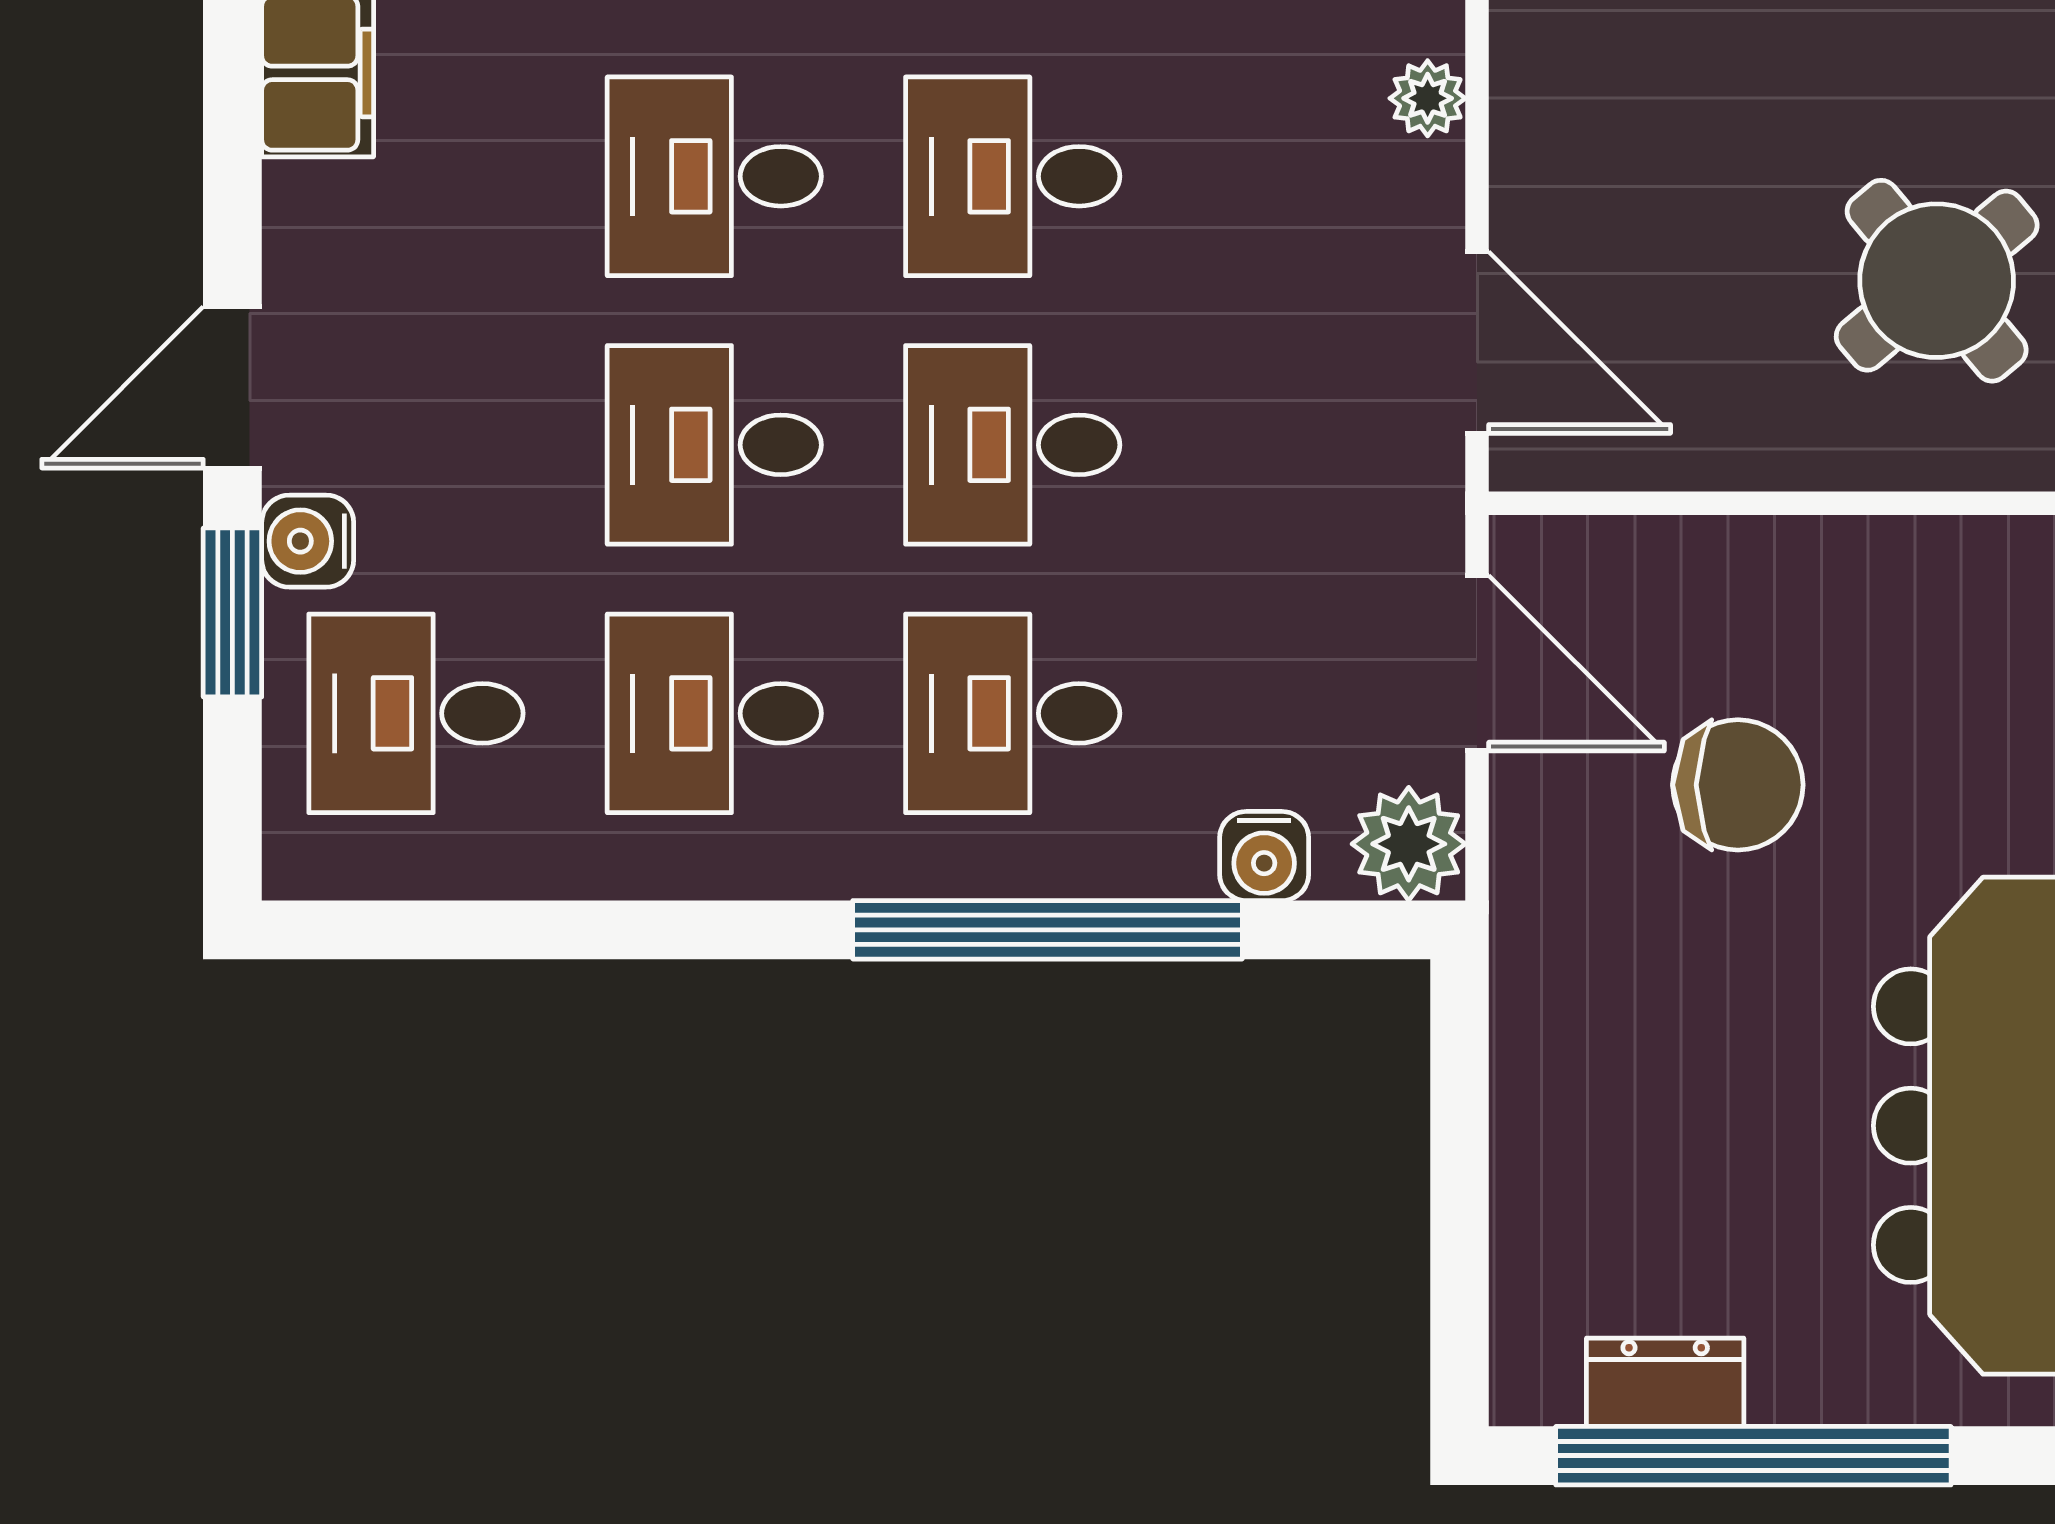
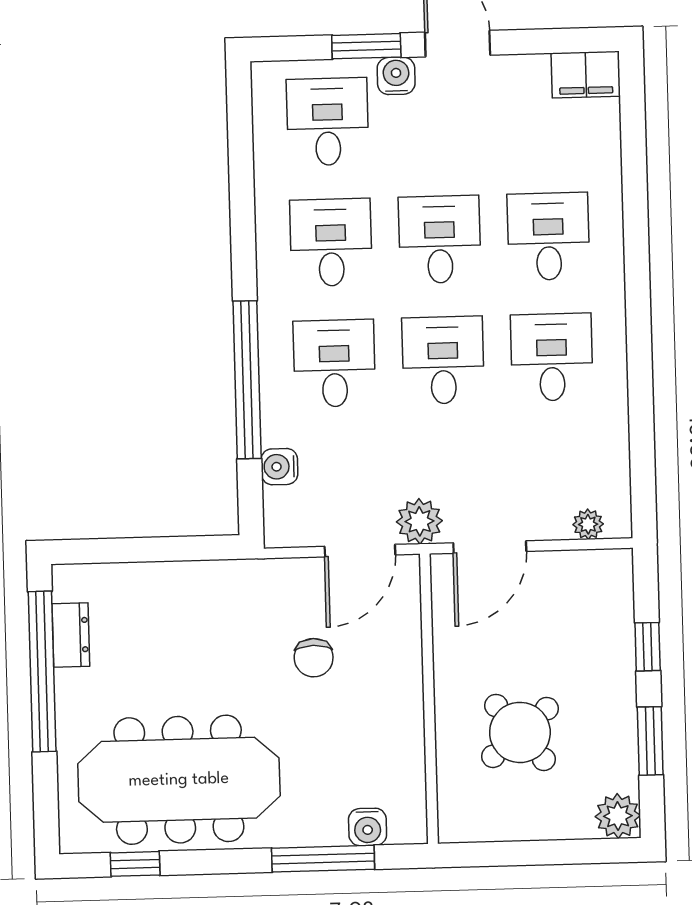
chair: (1738, 785) -> (314, 658), width x0.73, depth x0.73
plant: (1409, 844) -> (419, 521), moved

